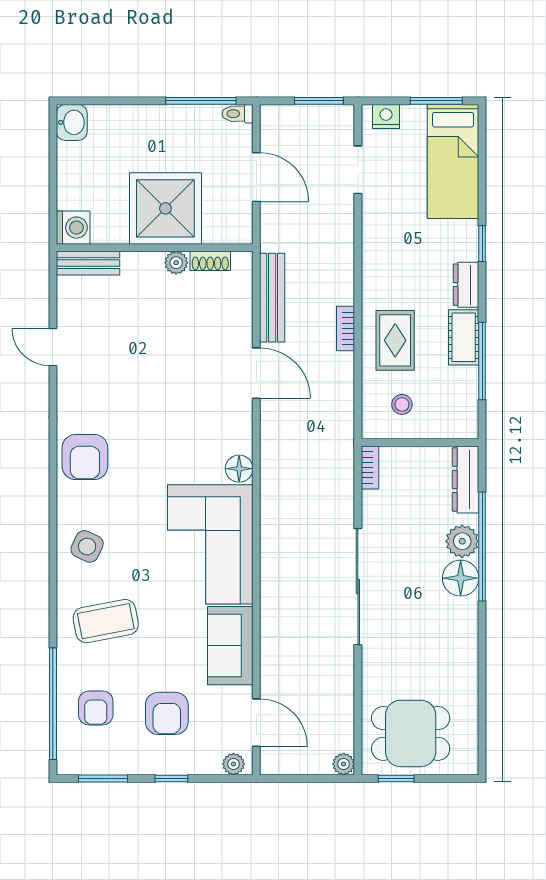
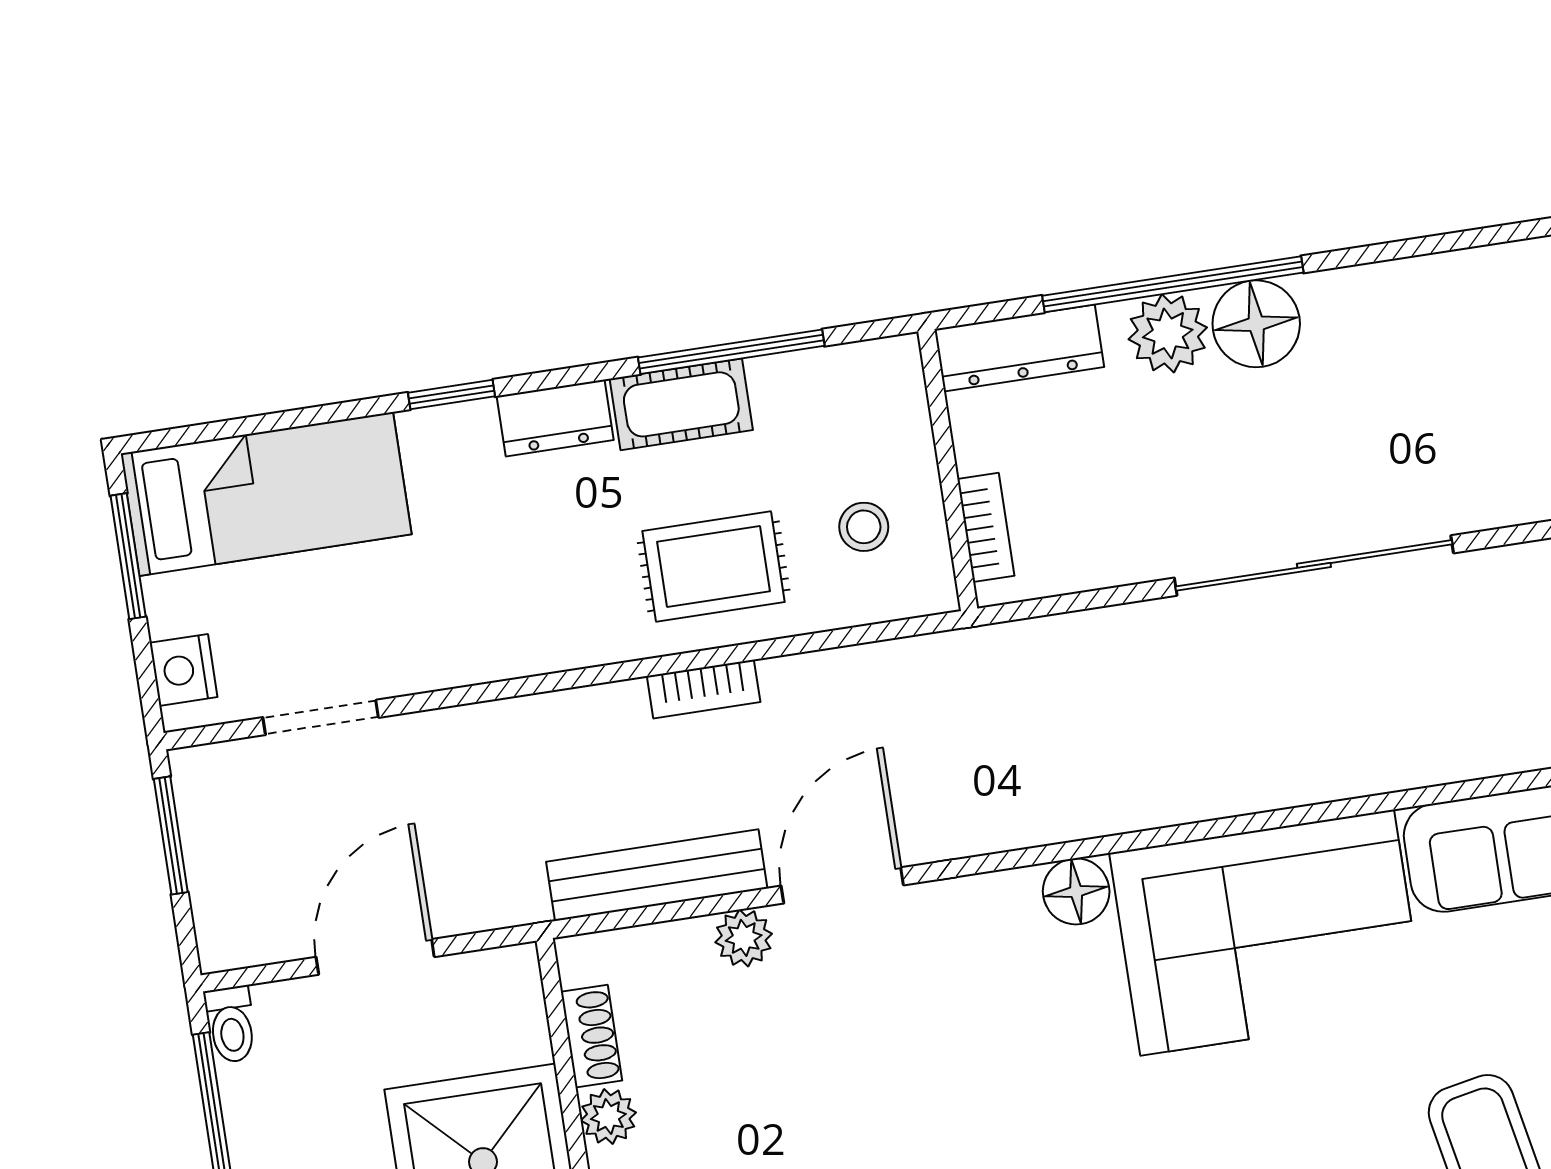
plant: (241, 329) -> (744, 938), added
bookcase: (370, 468) -> (986, 527), moved, turned 90

